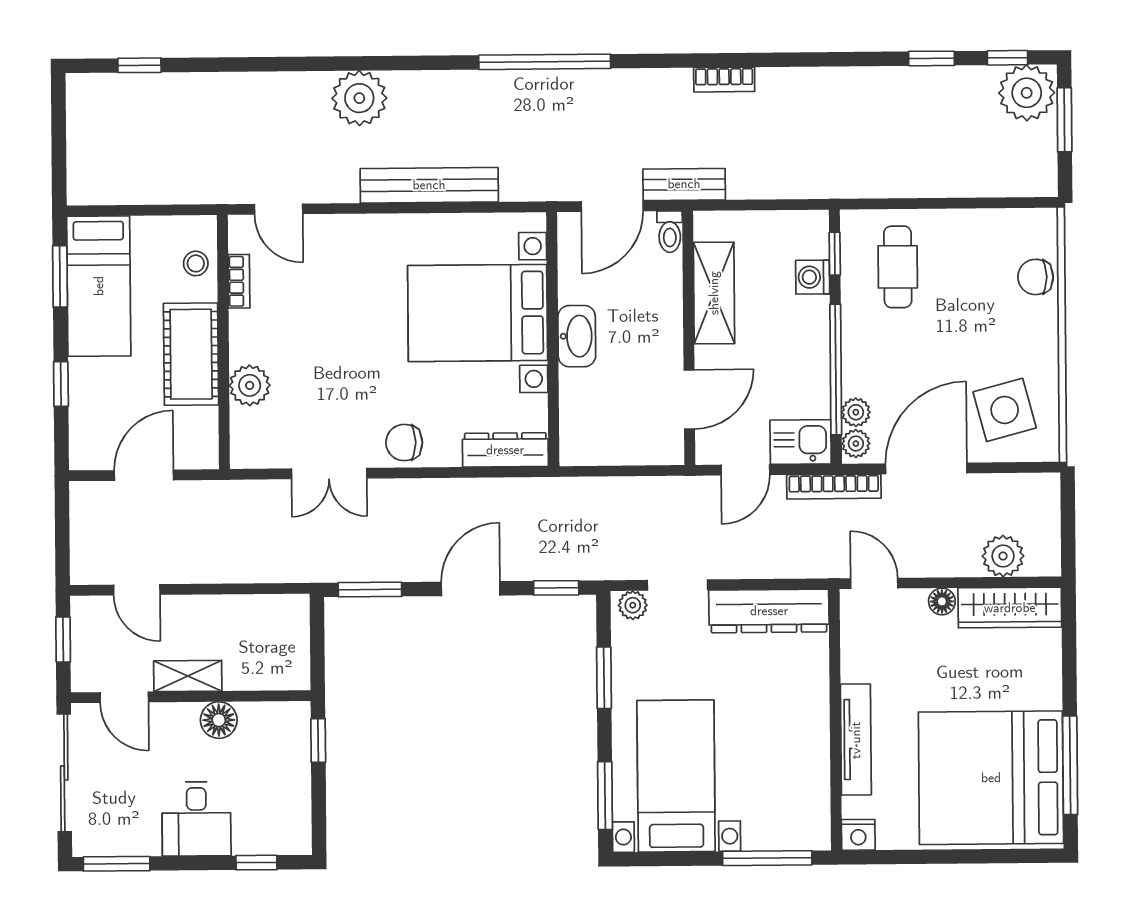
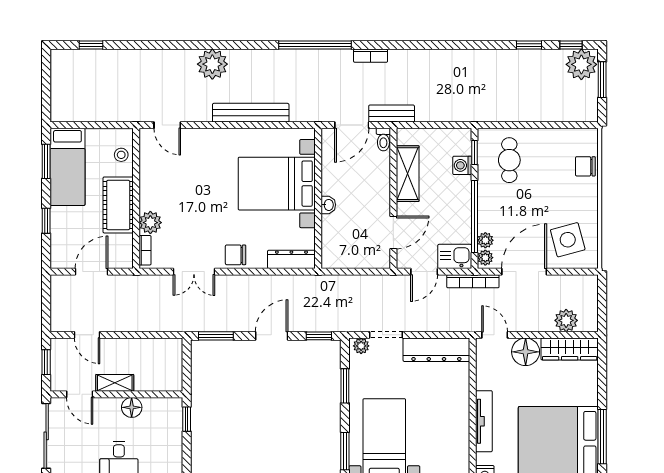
bookcase: (724, 80) -> (371, 56), moved
bookcase: (239, 281) -> (145, 250), moved
washbasin: (577, 336) -> (328, 205), width x0.52, depth x0.69
floor lamp: (942, 601) -> (526, 352), width x1.89, depth x1.89

